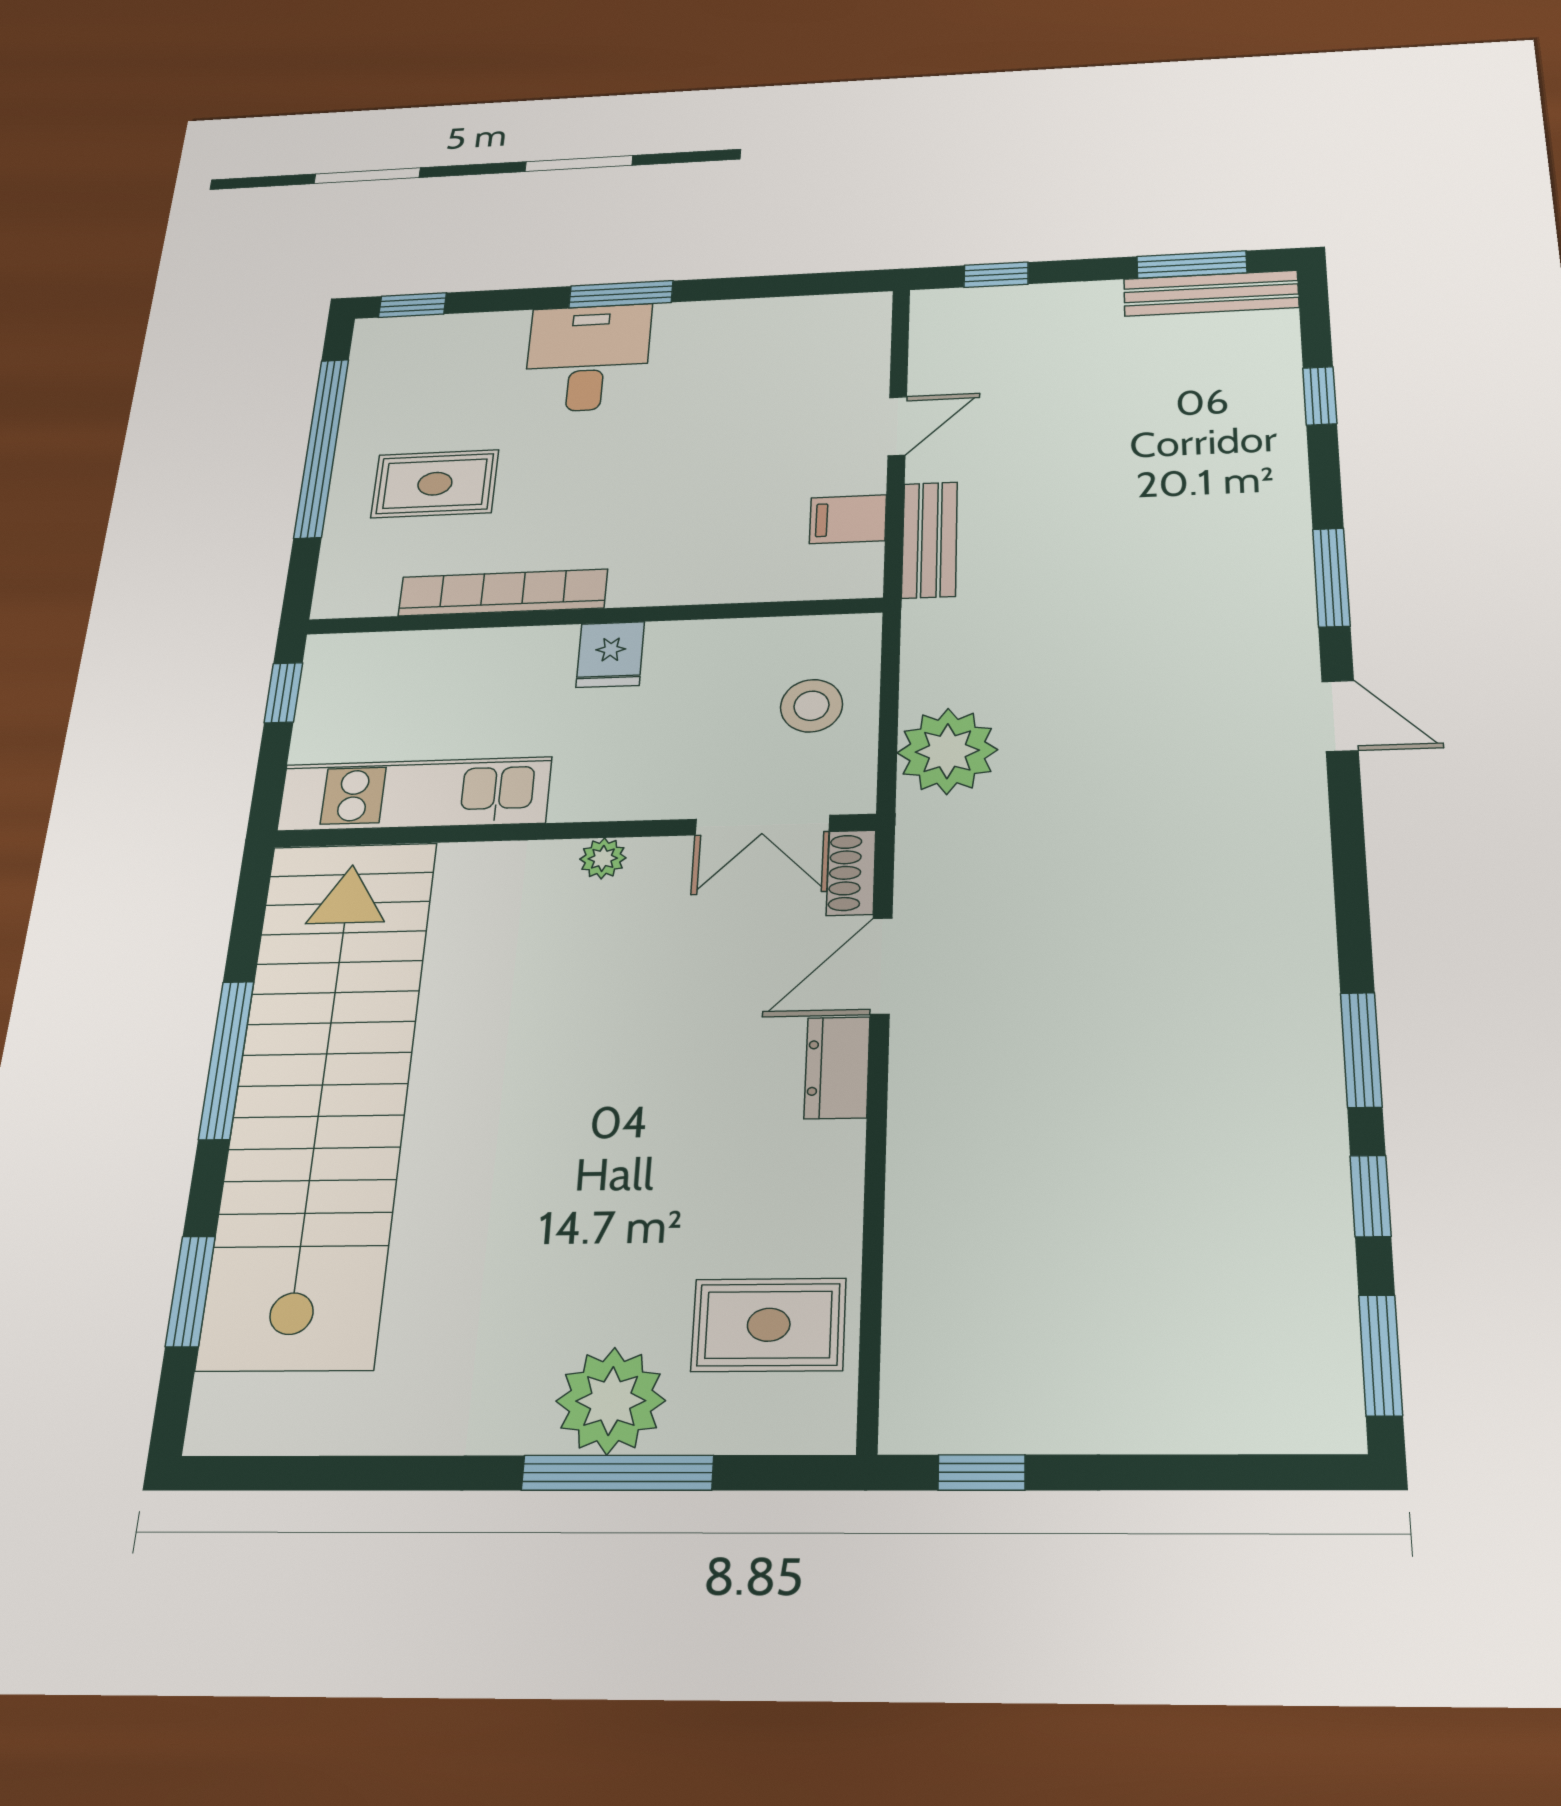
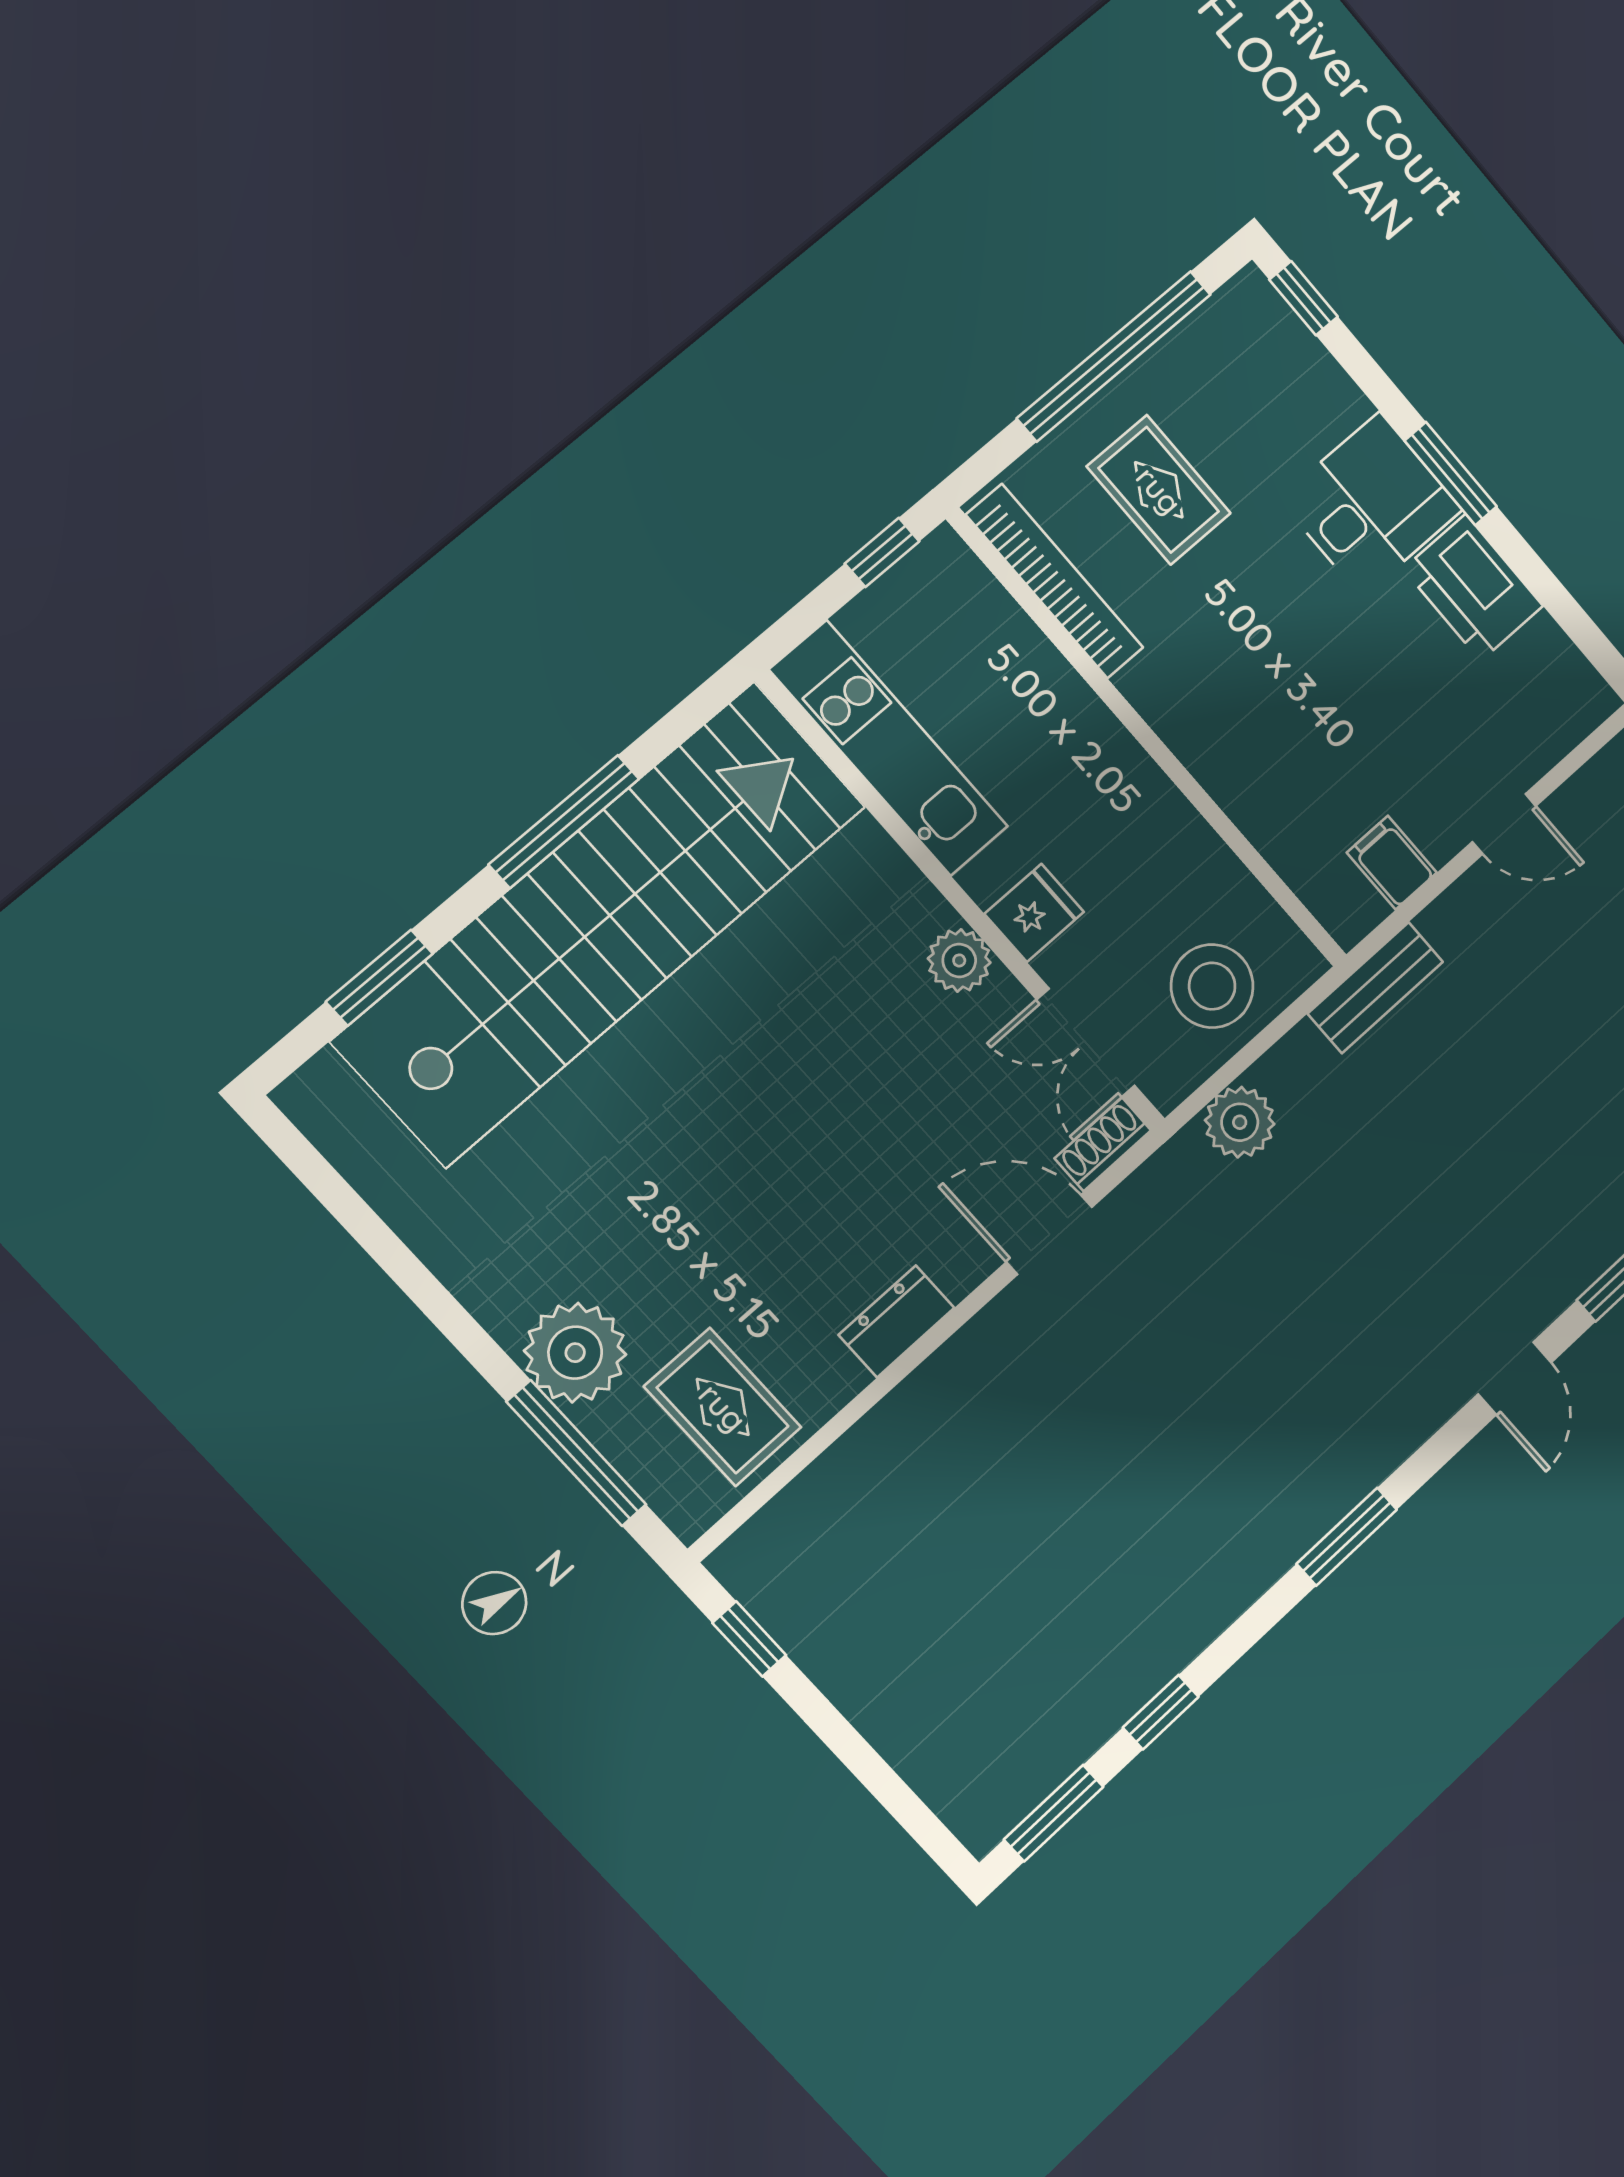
printer: (711, 333) -> (1473, 587), added
bench: (930, 540) -> (1375, 988), moved
bookcase: (503, 592) -> (1055, 581), moved
fridge: (610, 655) -> (1034, 913), moved, turned 180
stool: (811, 706) -> (1212, 986), width x1.38, depth x1.38
plant: (947, 751) -> (1240, 1122), width x0.73, depth x0.73
plant: (603, 858) -> (959, 960), width x1.38, depth x1.38
window: (1361, 1050) -> (1347, 1537), moved
dresser: (837, 1068) -> (897, 1321), moved
window: (618, 1473) -> (576, 1453), moved

